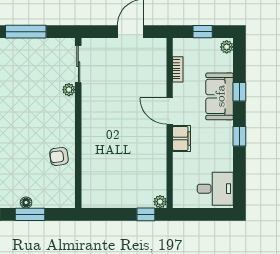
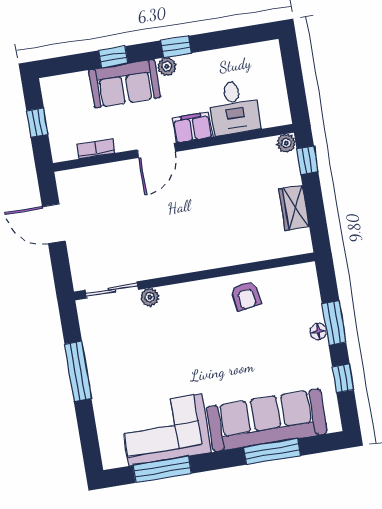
plant: (227, 47) -> (167, 67), moved
desk: (215, 189) -> (234, 108), moved, turned 180
wardrobe: (114, 200) -> (294, 208), added

